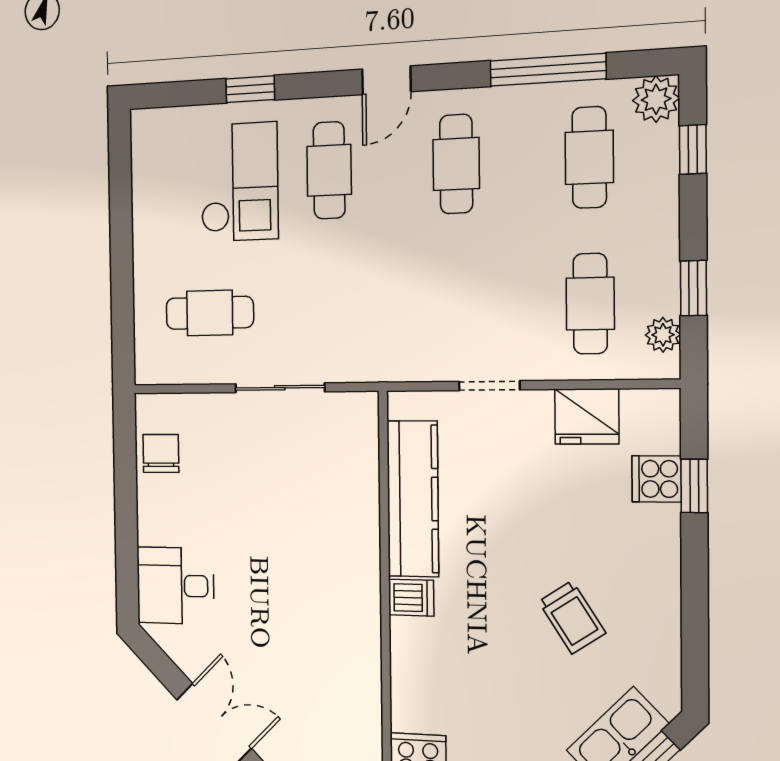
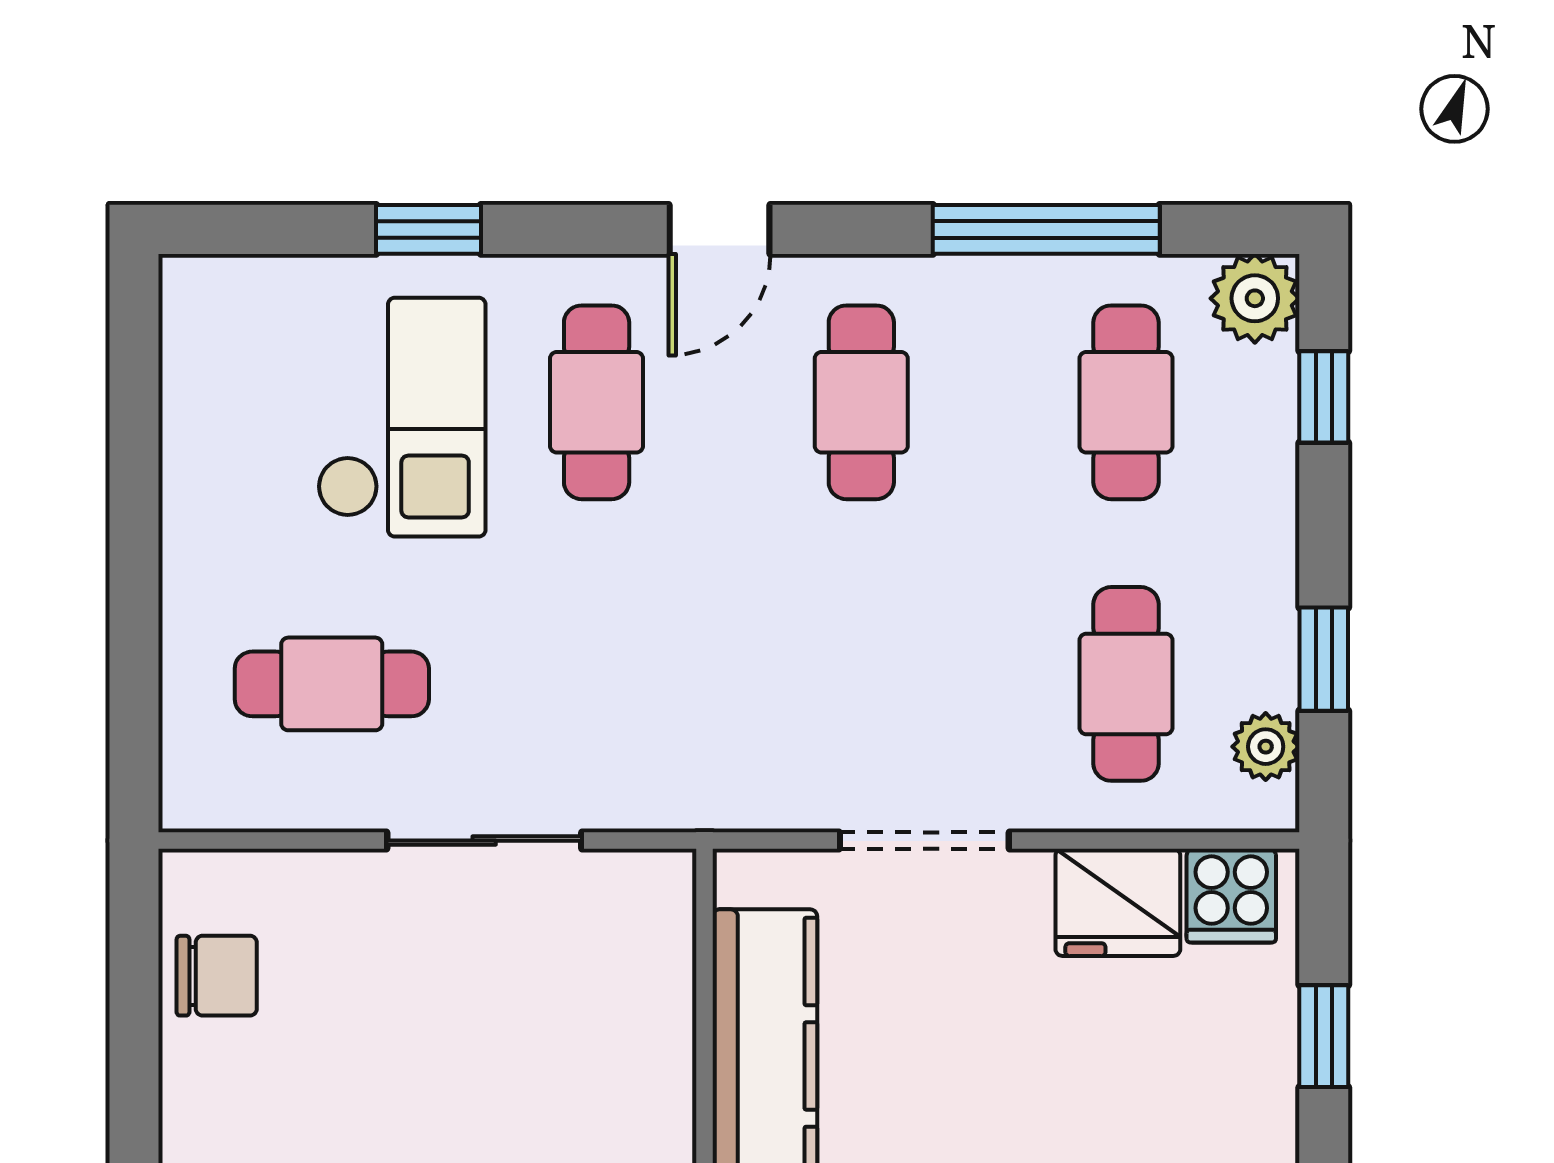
doorway: (489, 386) -> (924, 841), width x1.38
chair: (161, 453) -> (217, 976), turned 90
cooker: (657, 479) -> (1231, 896), moved, turned -90

